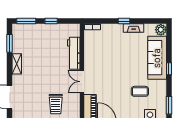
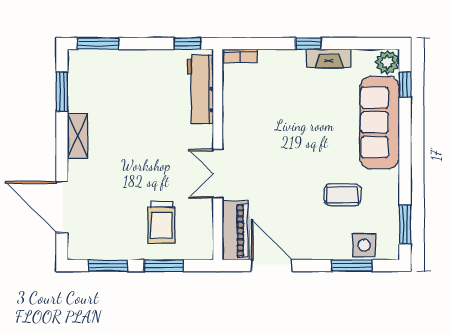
window: (51, 21) -> (188, 44), moved
workbench: (74, 53) -> (200, 89), moved
window: (169, 69) -> (405, 85), moved

